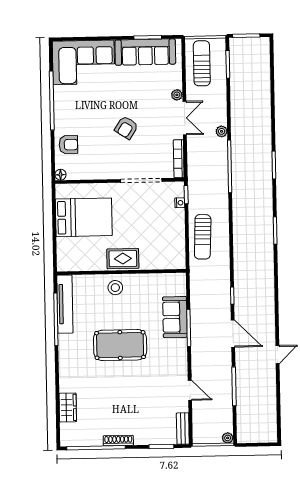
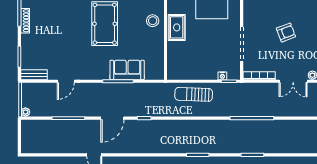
armchair: (126, 128) -> (286, 32), turned 126
plant: (222, 131) -> (281, 112), removed

